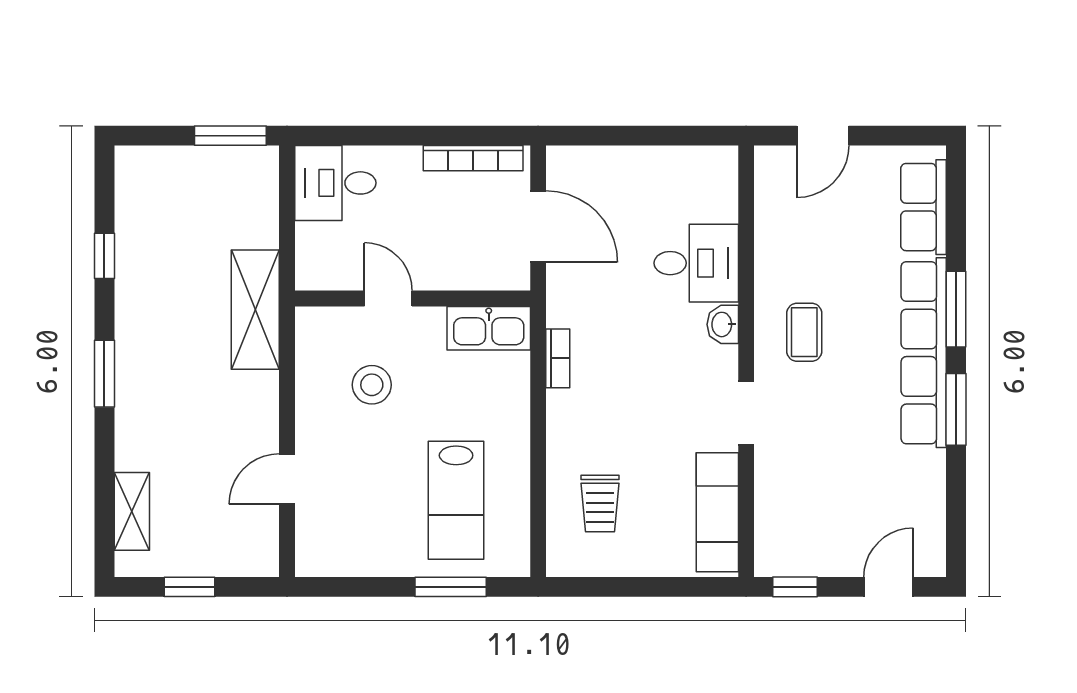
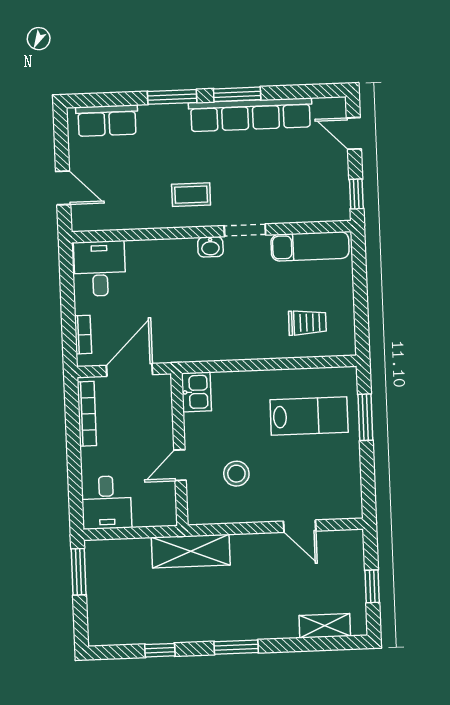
desk: (696, 263) -> (100, 268), moved
washbasin: (723, 324) -> (210, 247), moved
kitchen sink: (489, 328) -> (196, 392), width x0.73
row of seats: (924, 353) -> (250, 115), moved
bookcase: (558, 358) -> (83, 335), moved, turned 90

